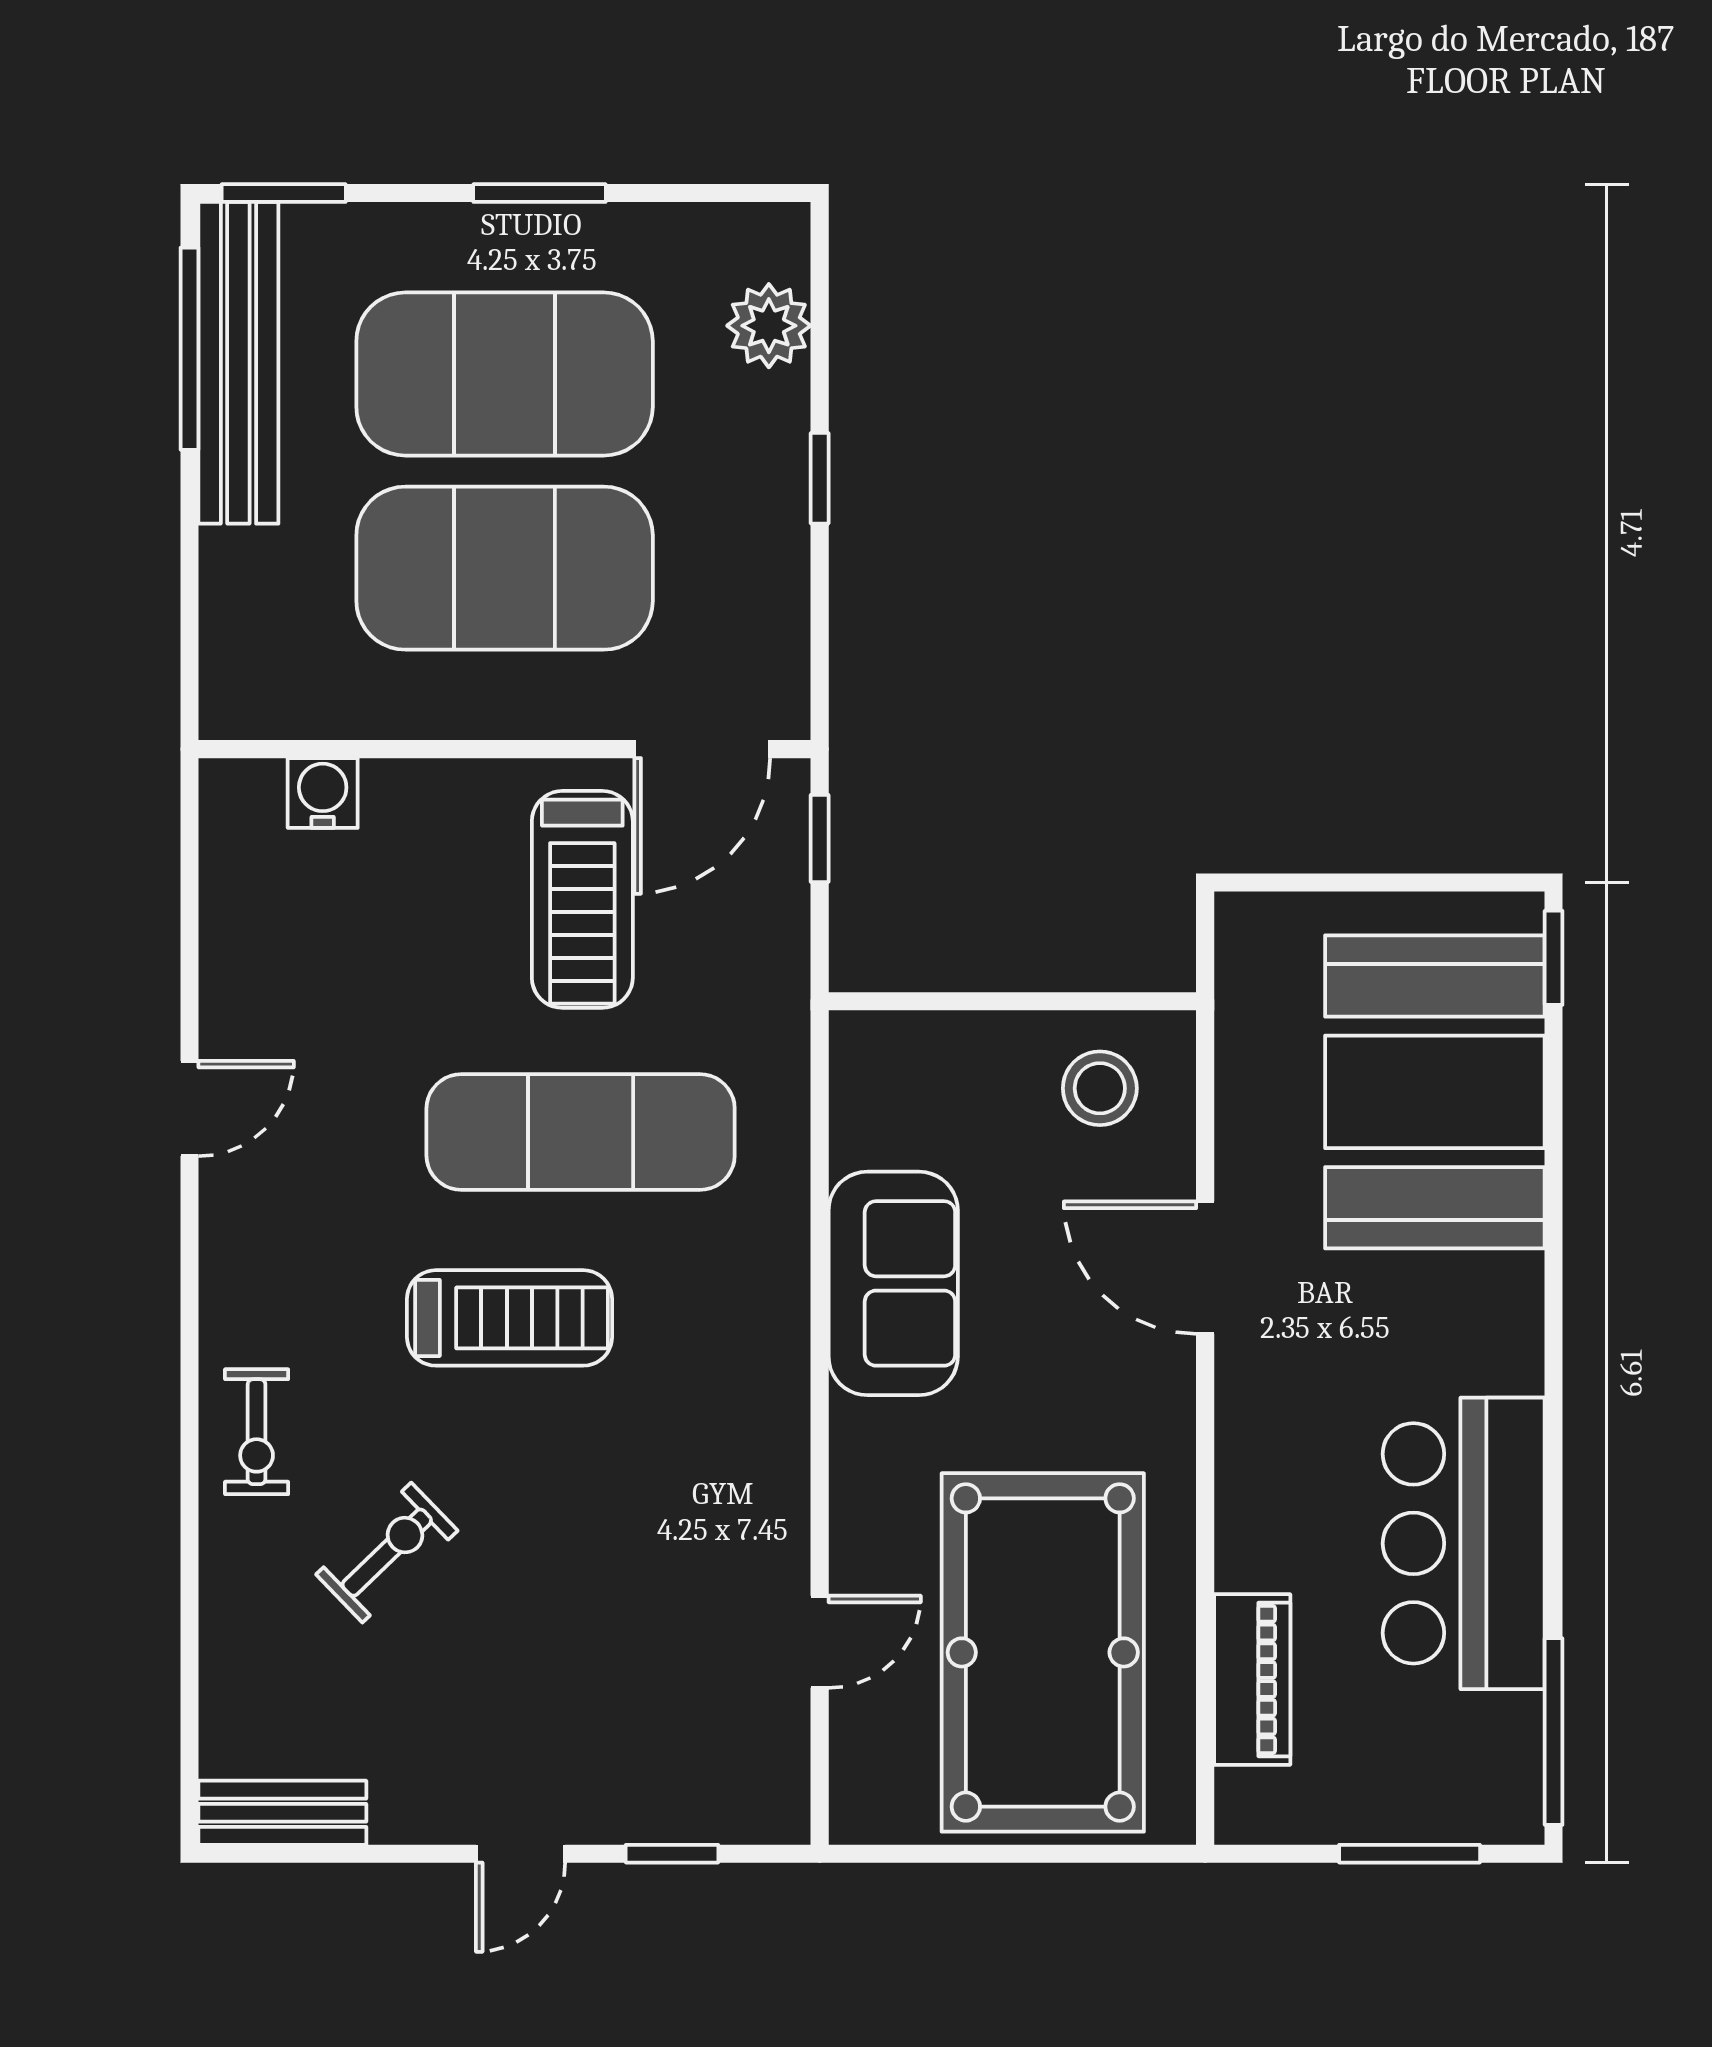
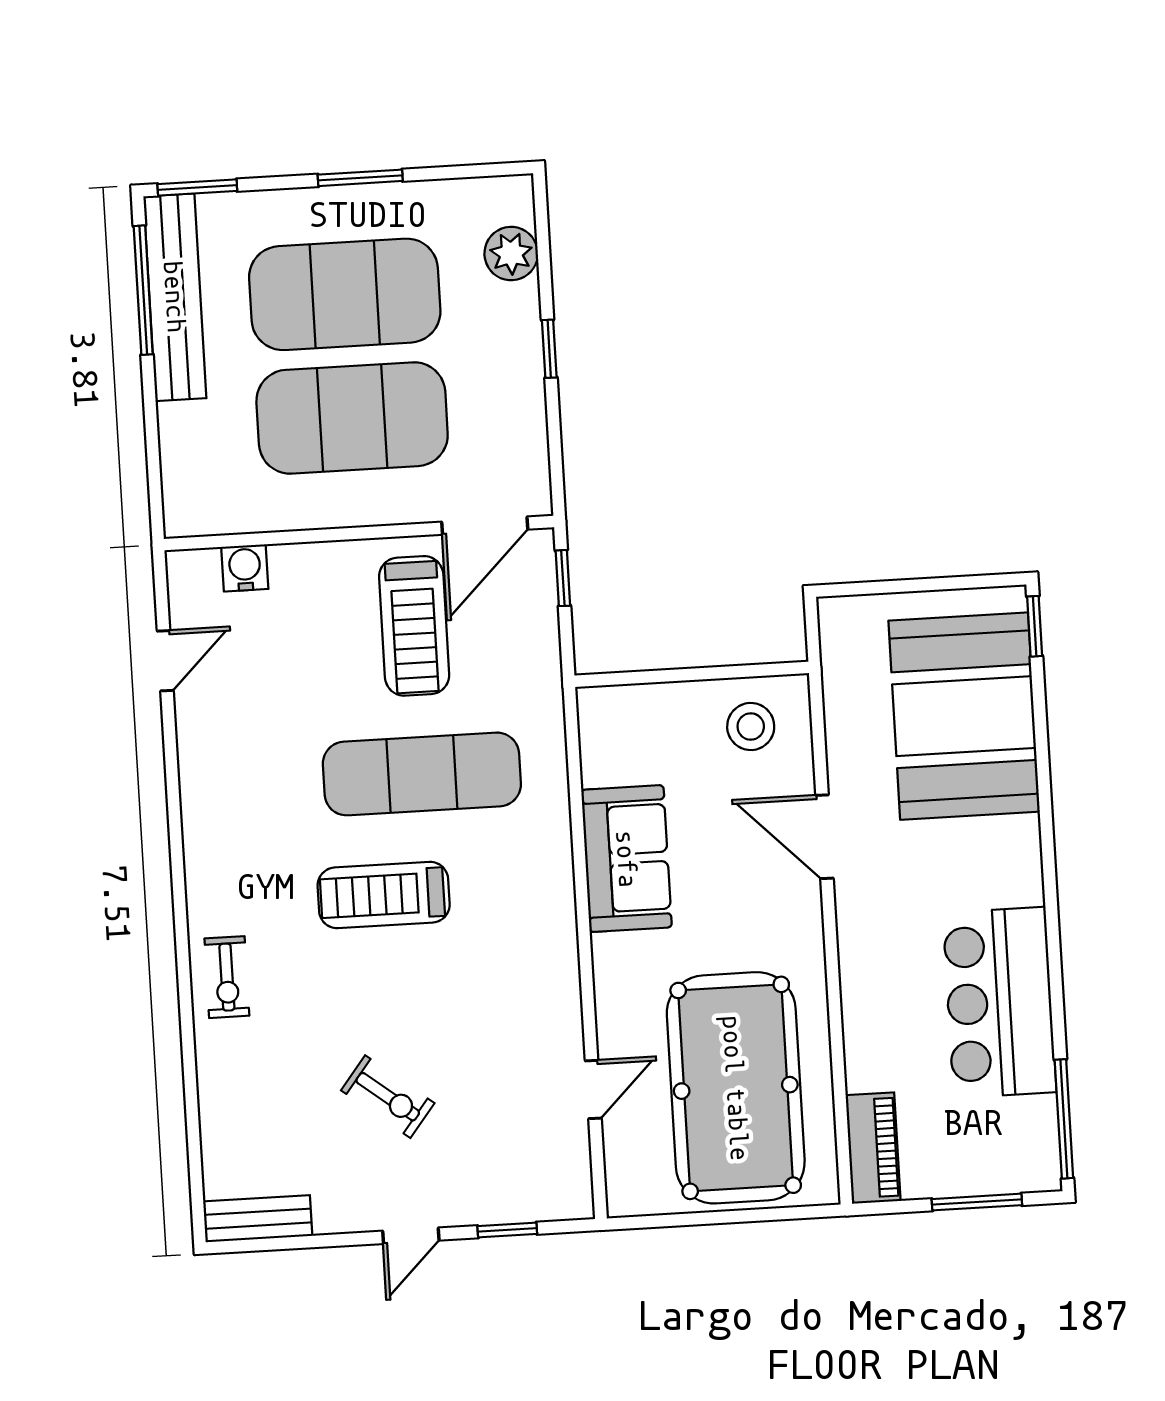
door: (189, 1109) -> (165, 661), moved
treadmill: (510, 1318) -> (384, 895), turned 180
exercise bike: (387, 1553) -> (388, 1097), moved, turned 82
piano: (1252, 1680) -> (873, 1148), moved

